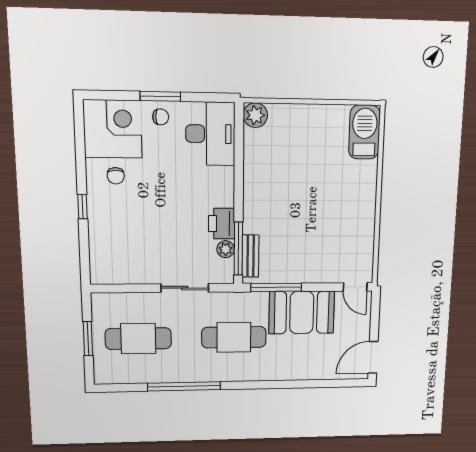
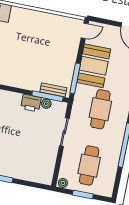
plant: (99, 303) -> (63, 183), added

